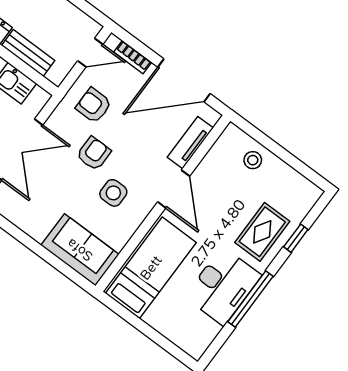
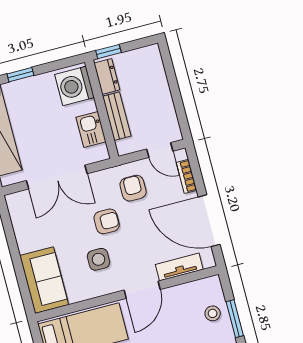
window: (276, 149) -> (235, 319), added

